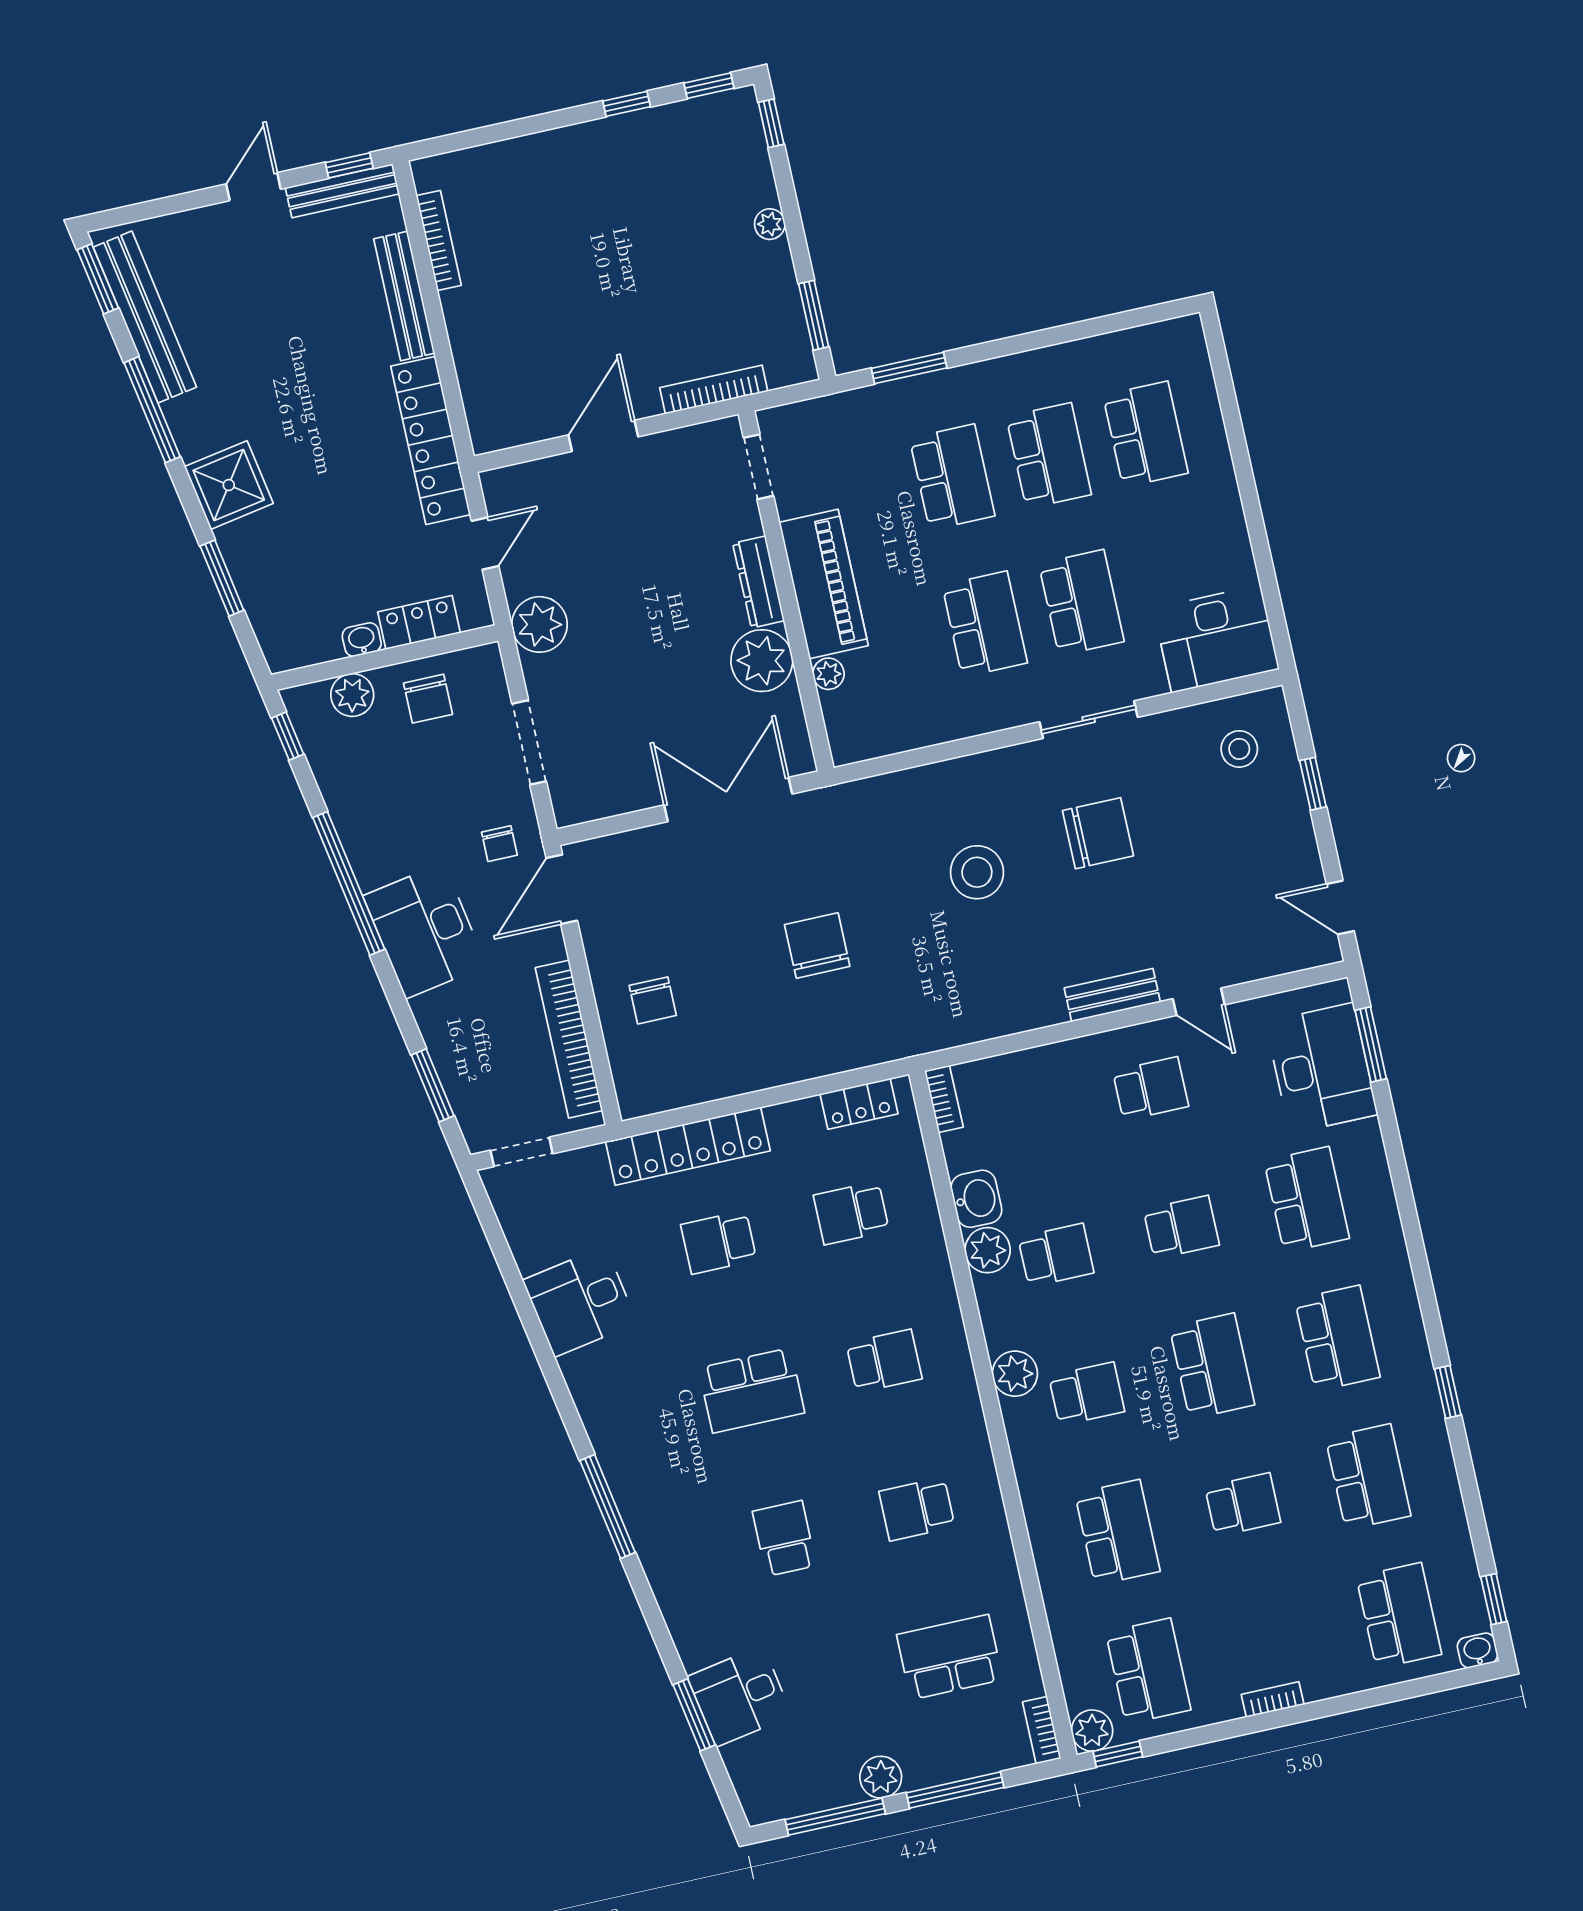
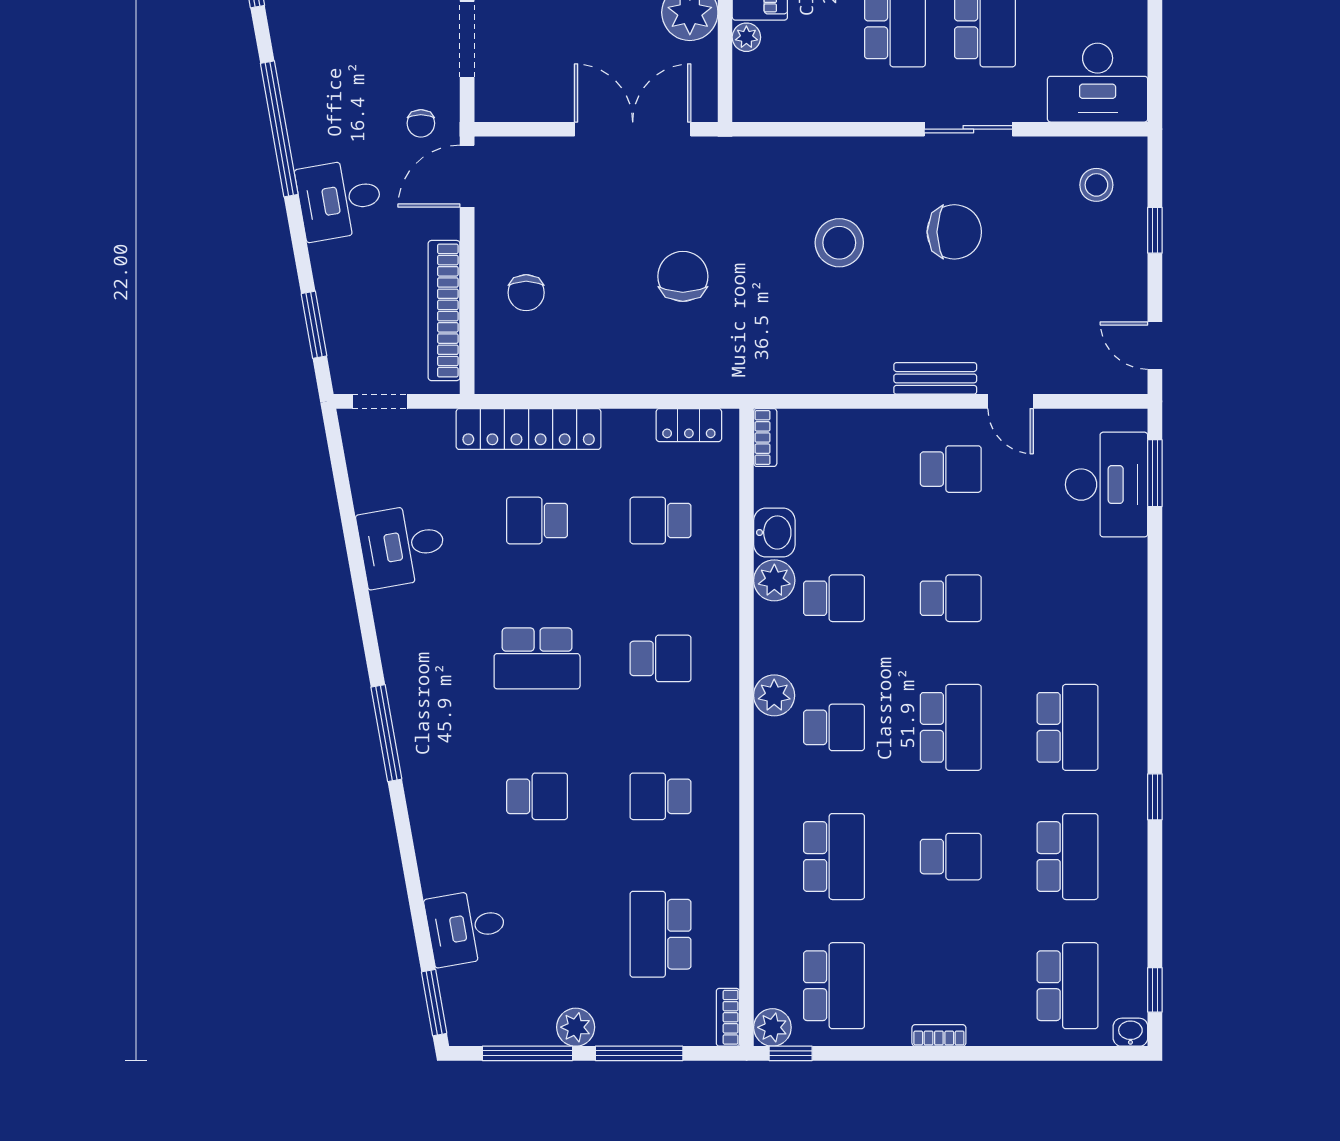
desk: (425, 931) -> (340, 200), width x0.73
school desk: (1307, 1200) -> (1067, 598), removed
school desk: (784, 1538) -> (537, 796), turned 90
school desk: (950, 1657) -> (661, 934), turned -90
window: (694, 1715) -> (434, 1003), moved

